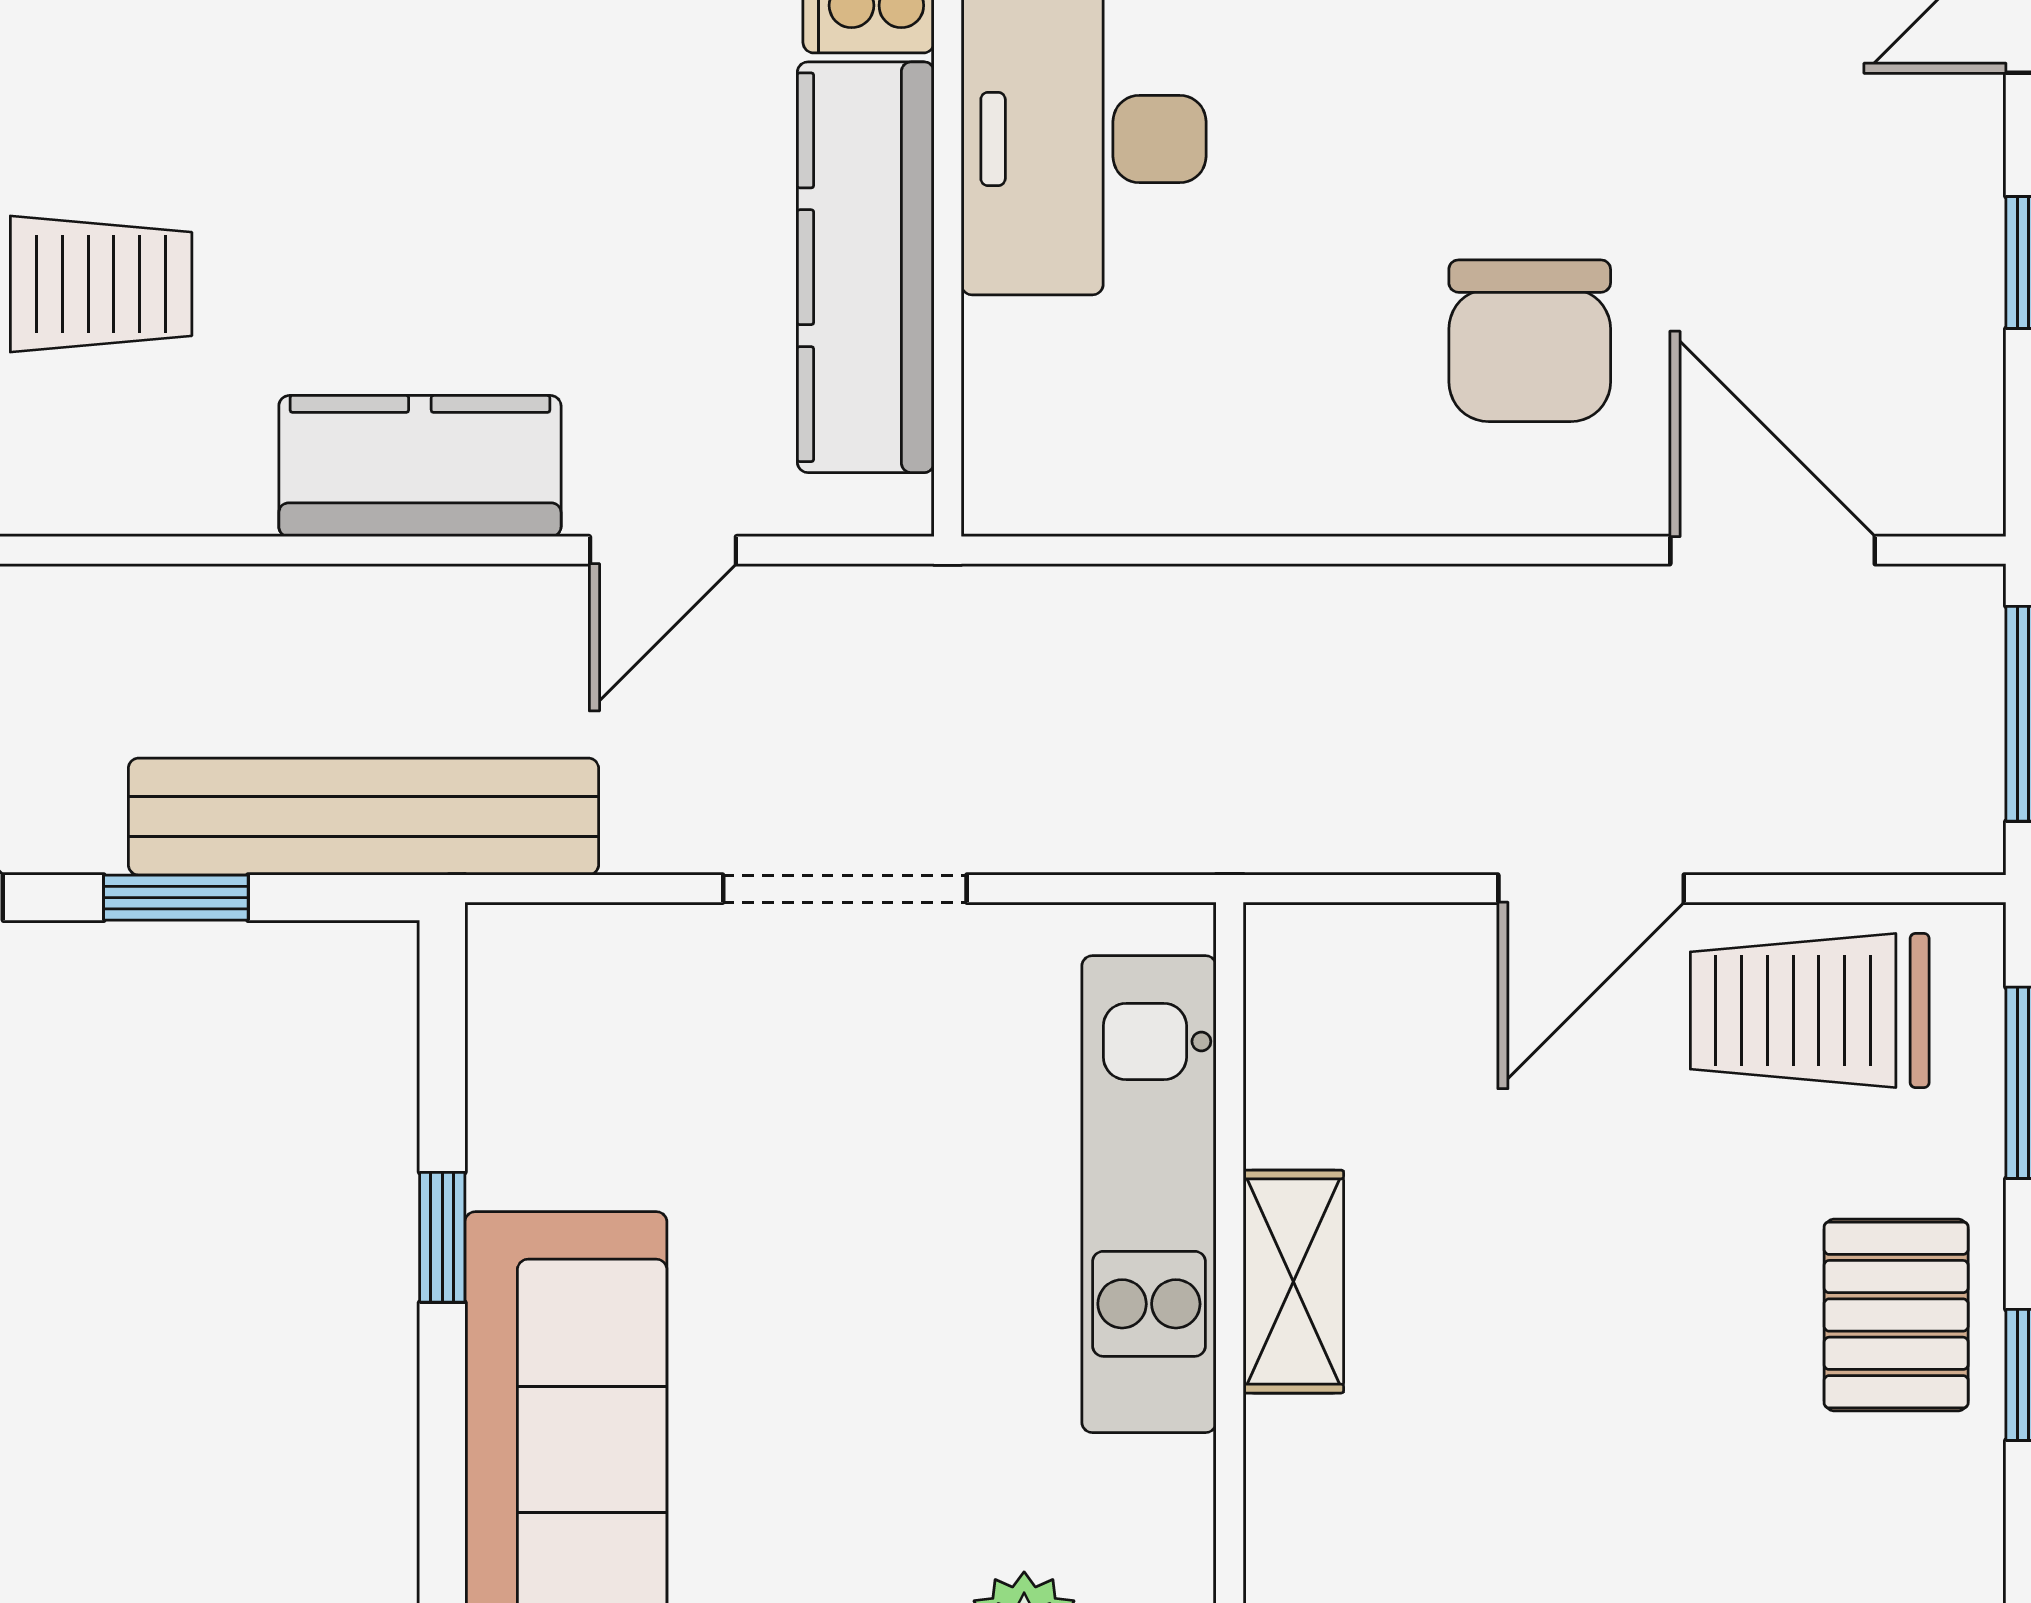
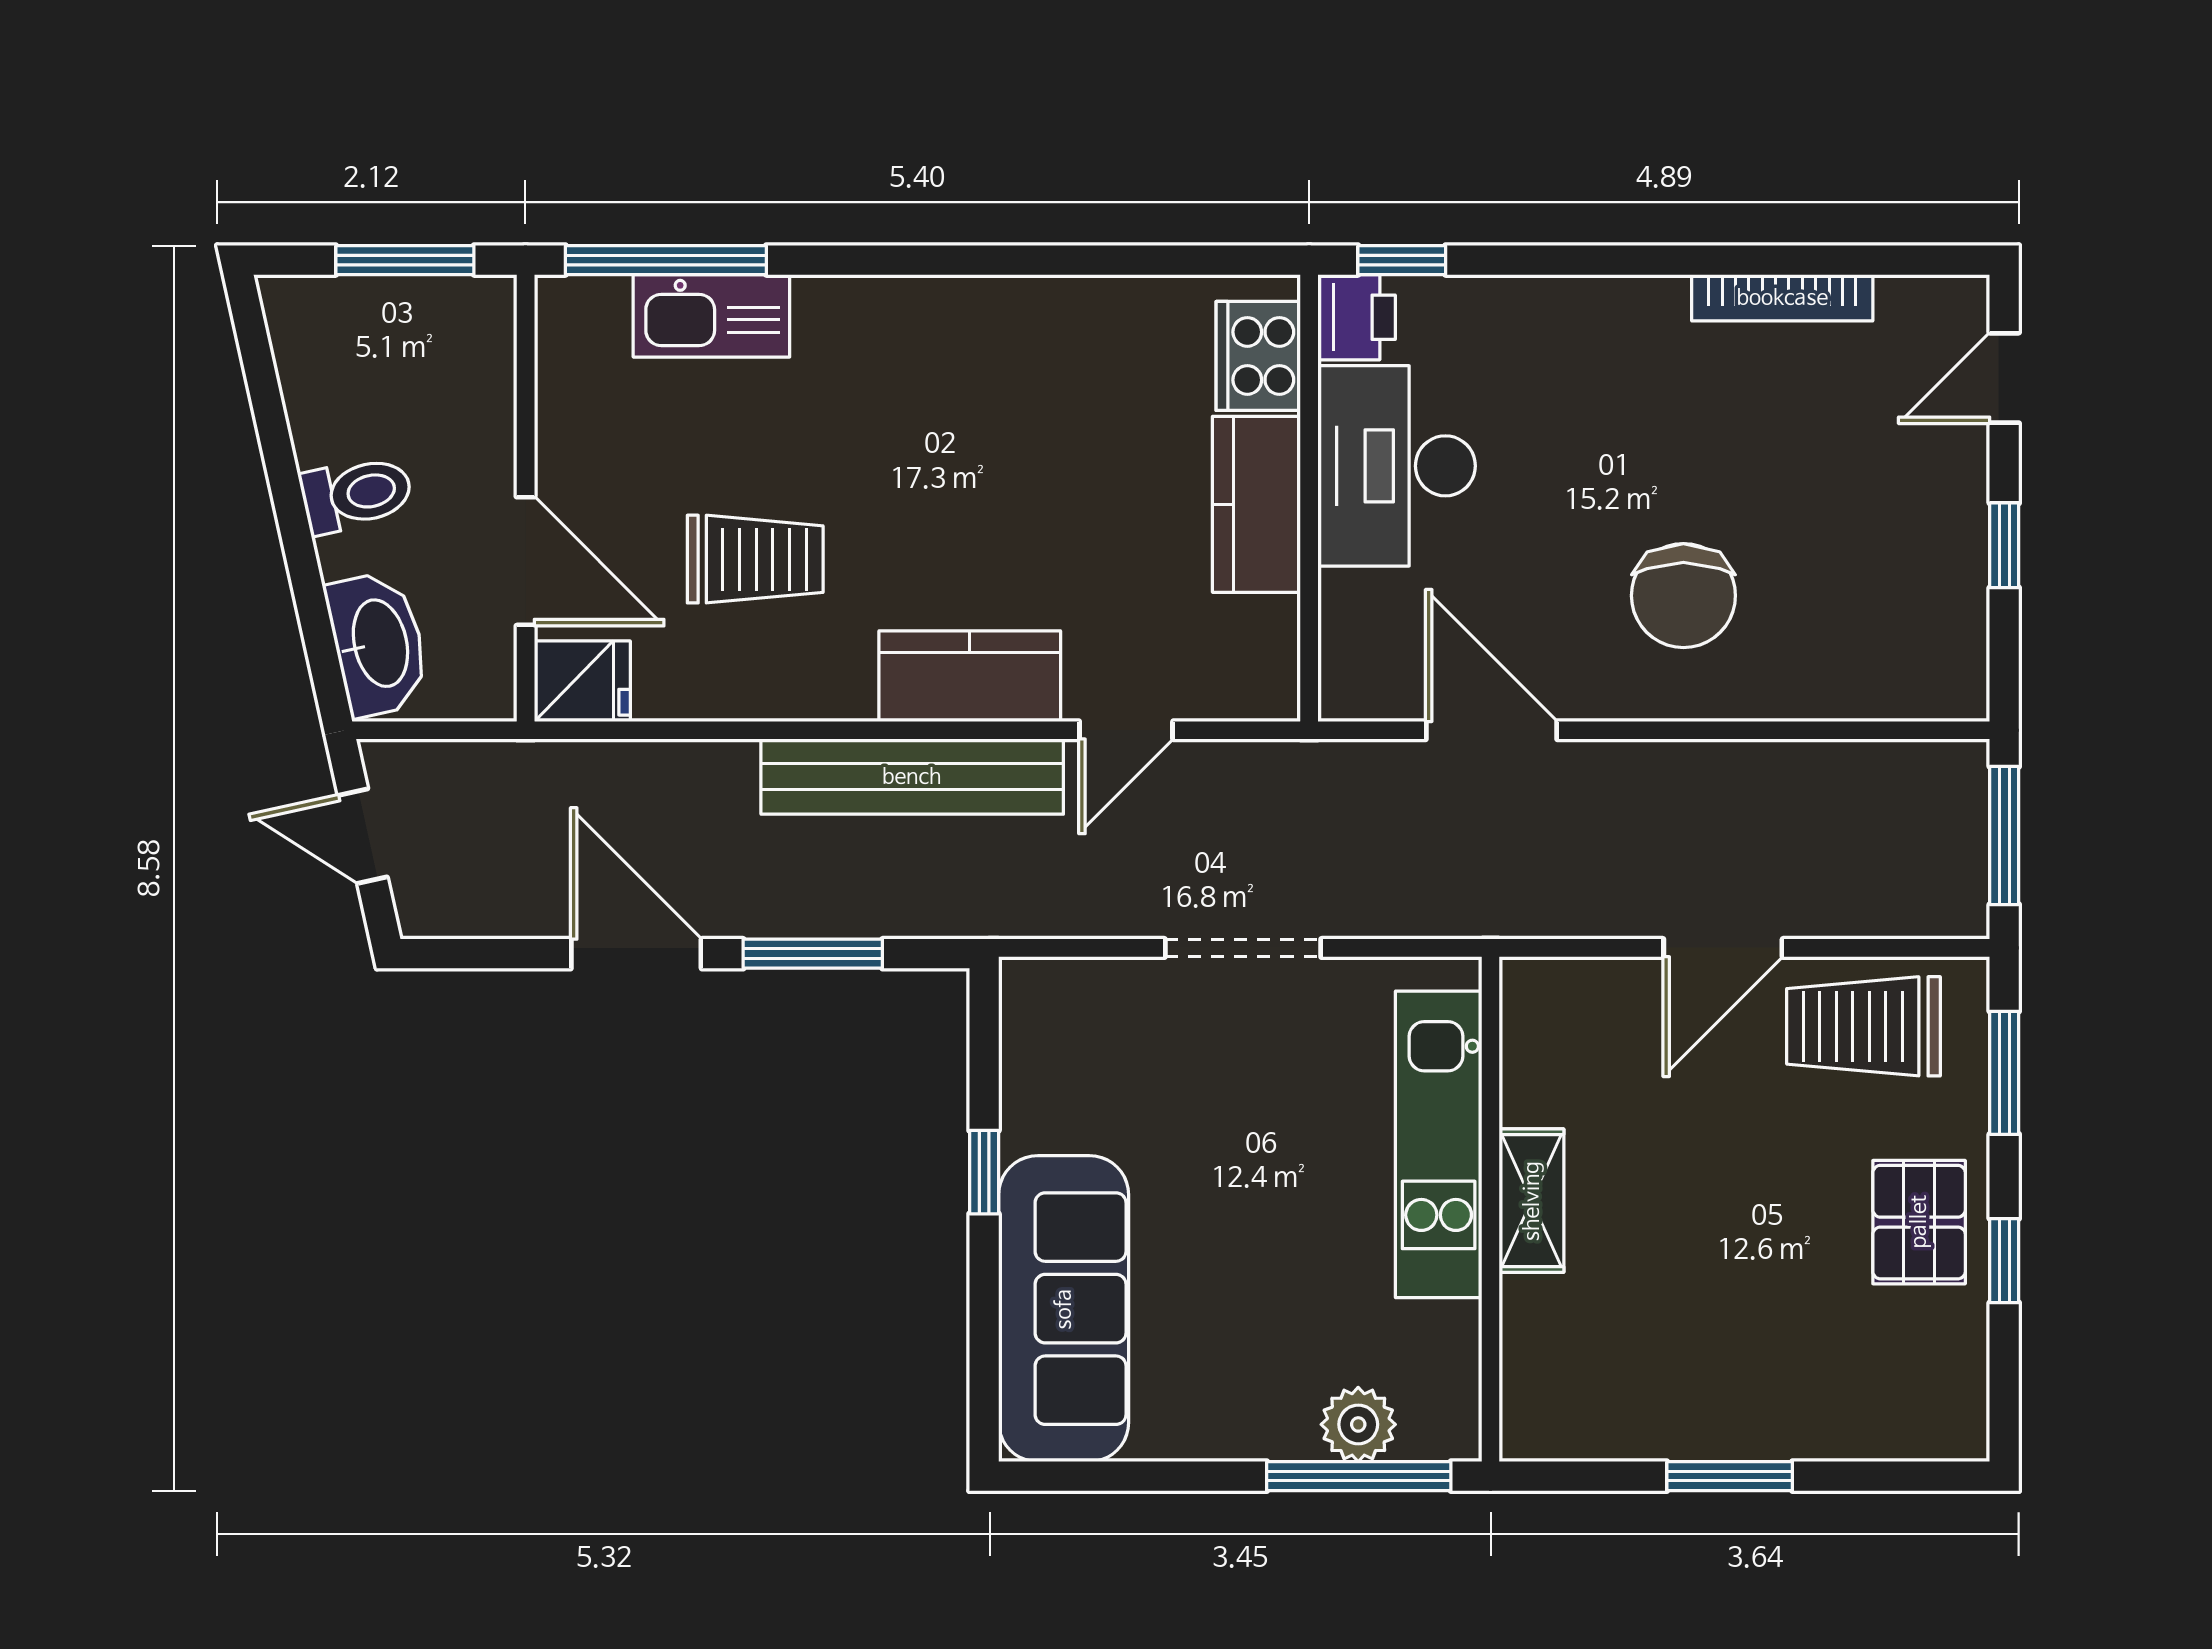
kitchen counter: (866, 267) -> (1256, 504), width x0.67
door: (1773, 550) -> (1491, 730), moved
bench: (363, 817) -> (912, 777), moved
window: (176, 898) -> (813, 954), width x1.50

